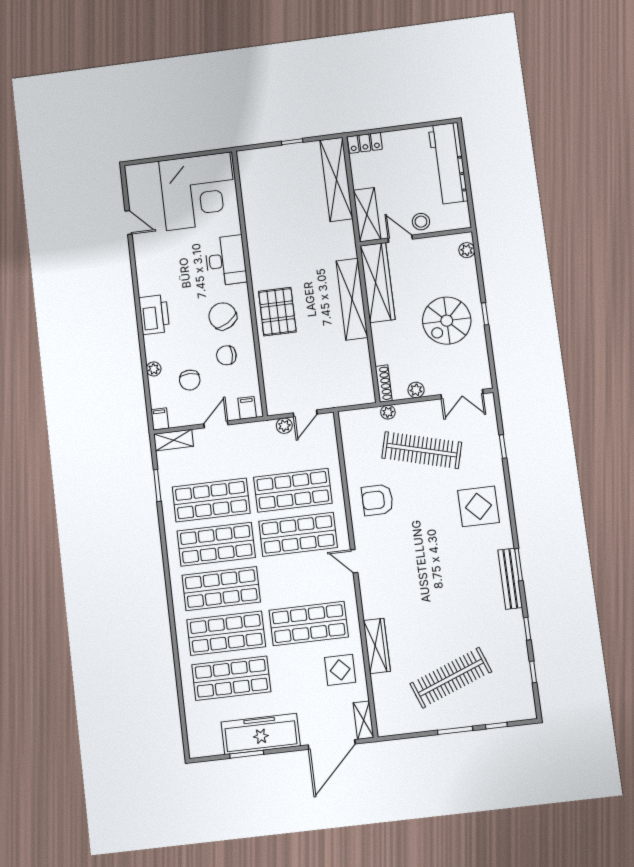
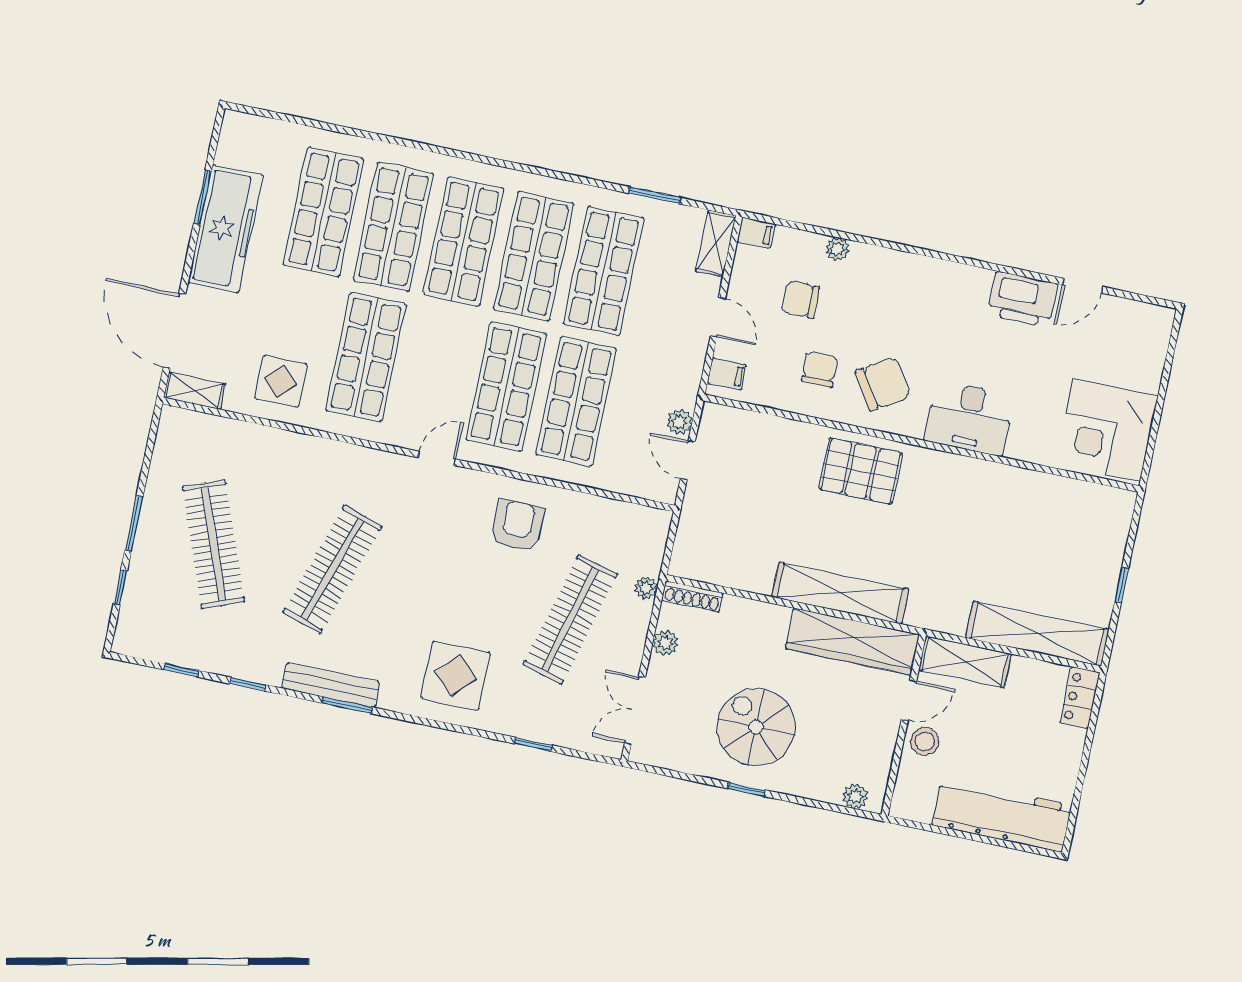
corner desk: (198, 191) -> (1107, 430), width x0.74, depth x0.74
printer: (154, 315) -> (1023, 299), moved
clothes rail: (441, 601) -> (332, 569), added
wardrobe: (377, 646) -> (298, 449), removed

